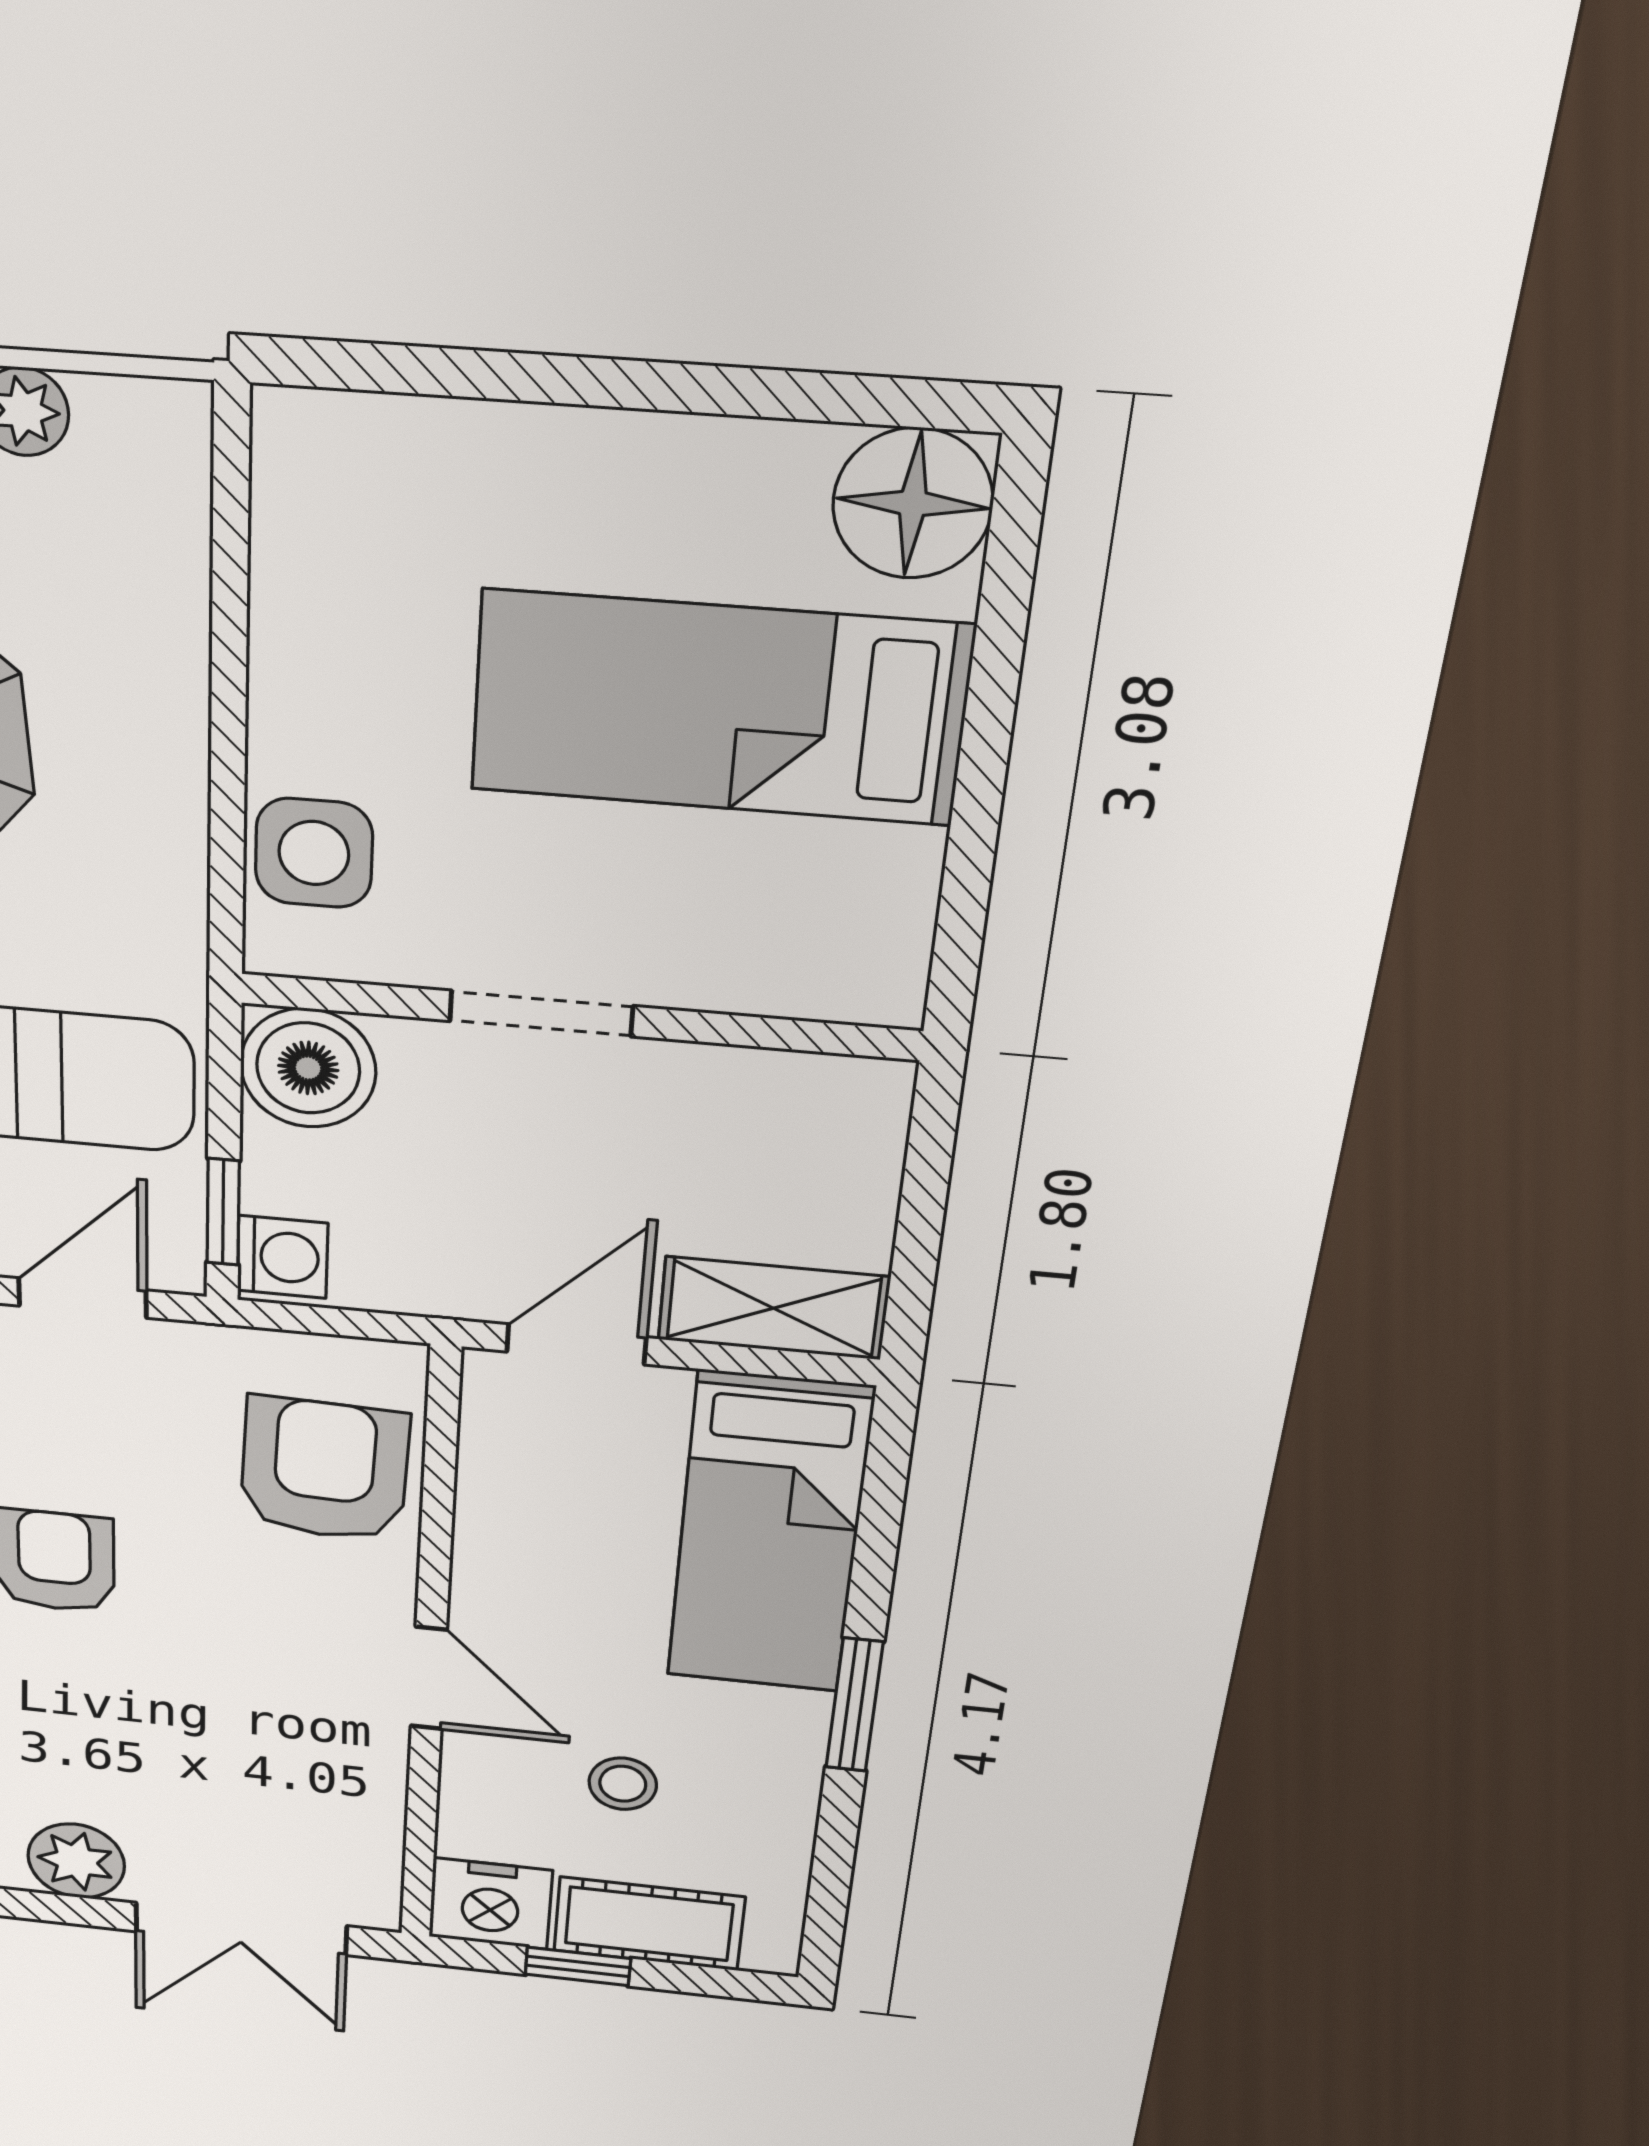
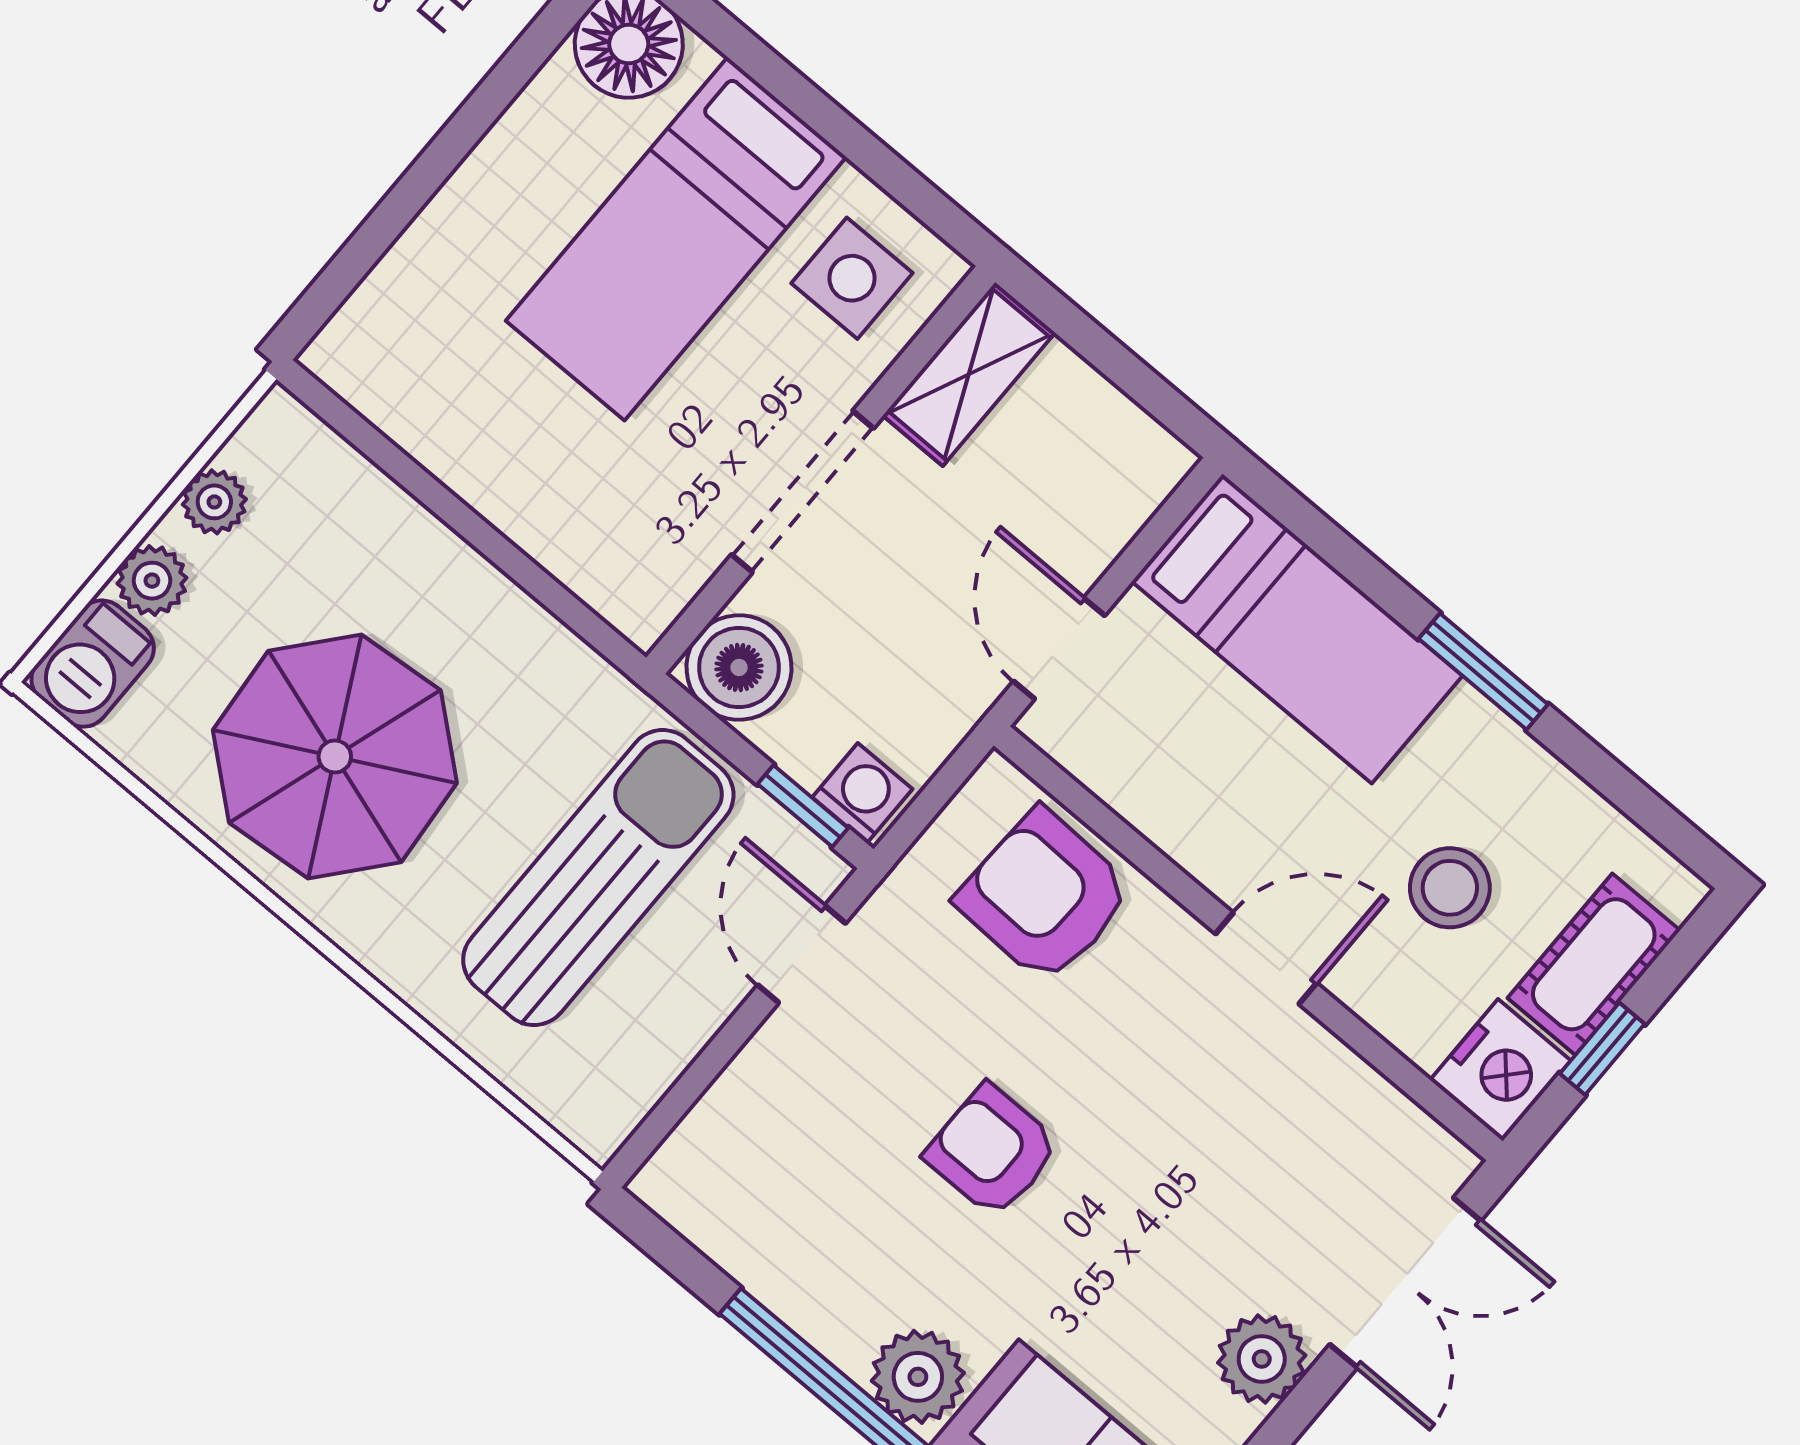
side table: (314, 853) -> (852, 278), moved
doorway: (541, 1014) -> (803, 491), width x1.38
shelving: (773, 1308) -> (969, 374), moved
stool: (623, 1784) -> (1450, 888), width x1.37, depth x1.37

